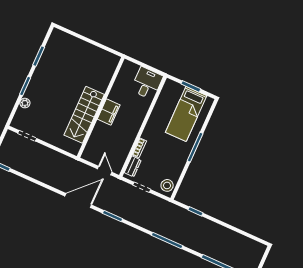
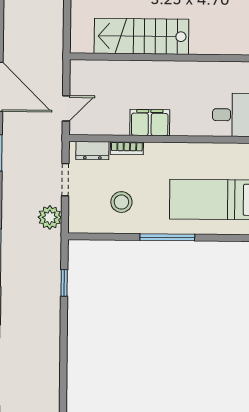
filing cabinet: (109, 112) -> (150, 123), moved, turned 180
stool: (167, 185) -> (121, 202), moved
plant: (158, 204) -> (50, 217), added

